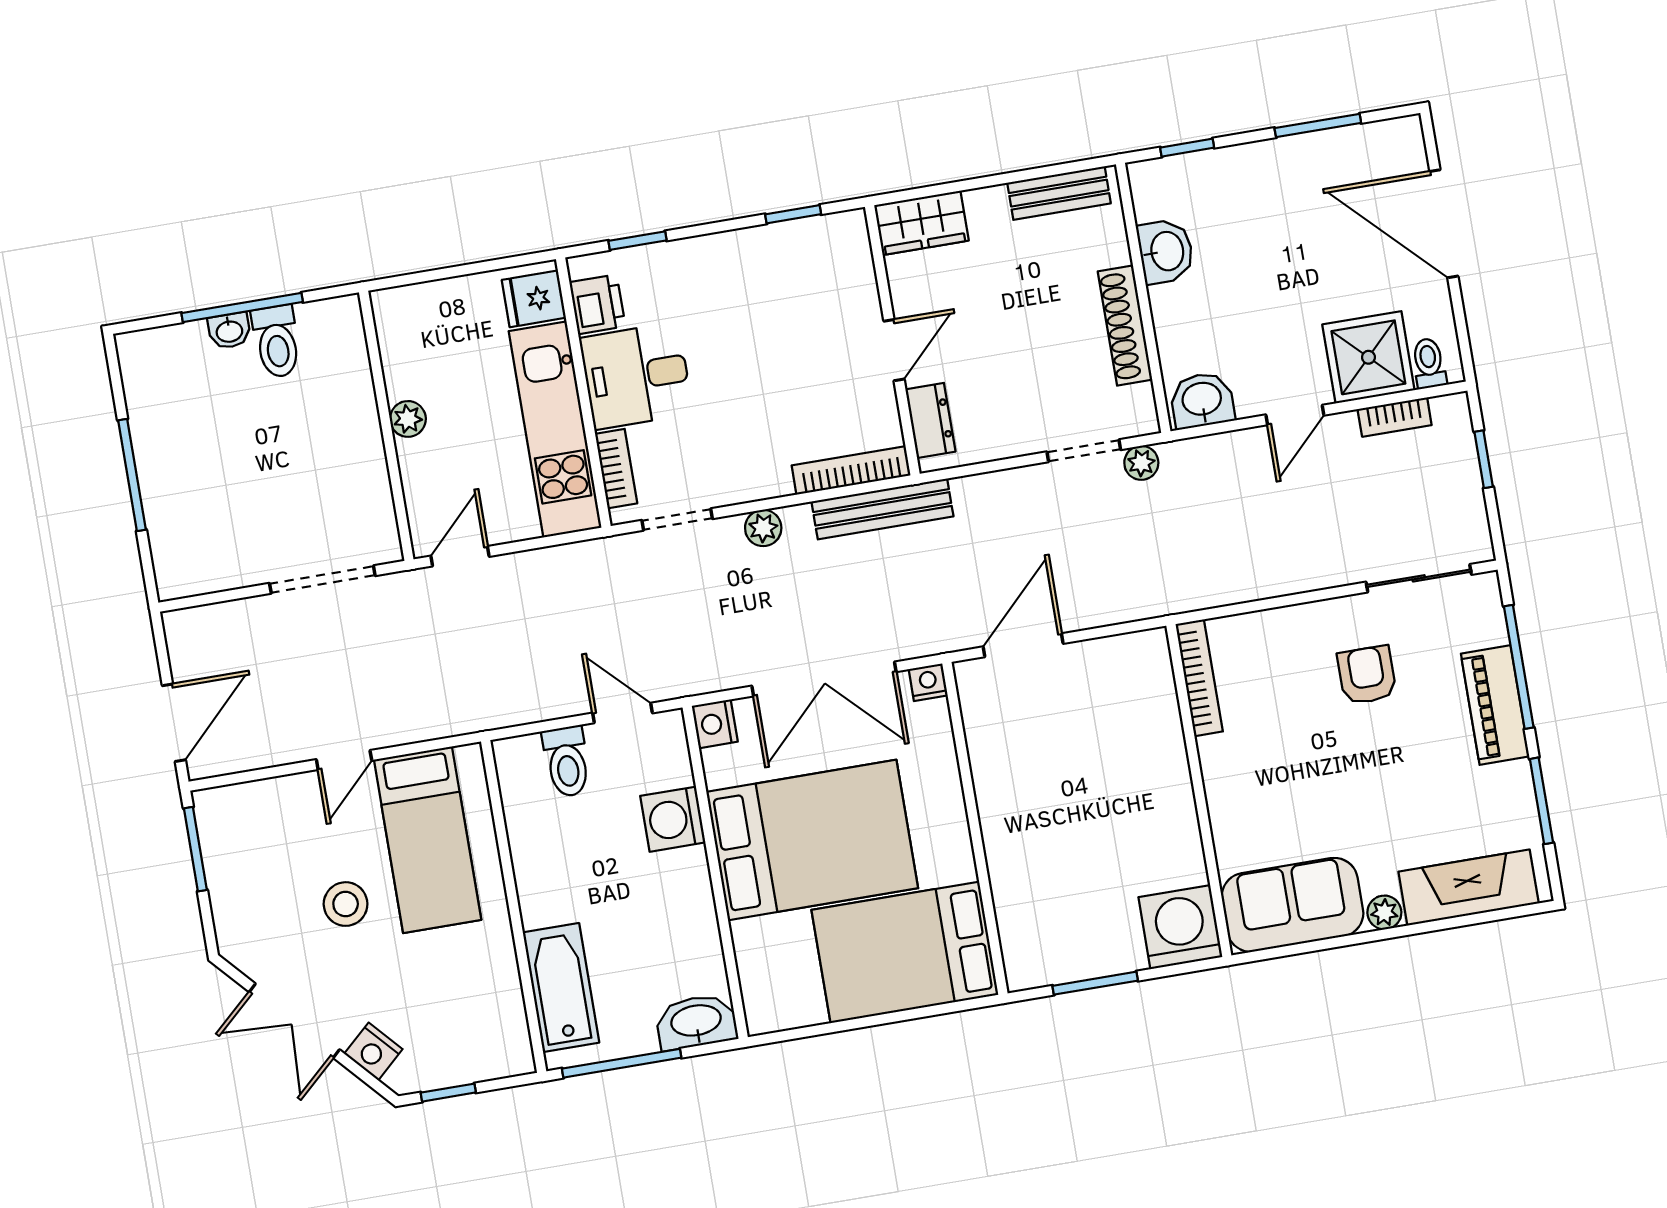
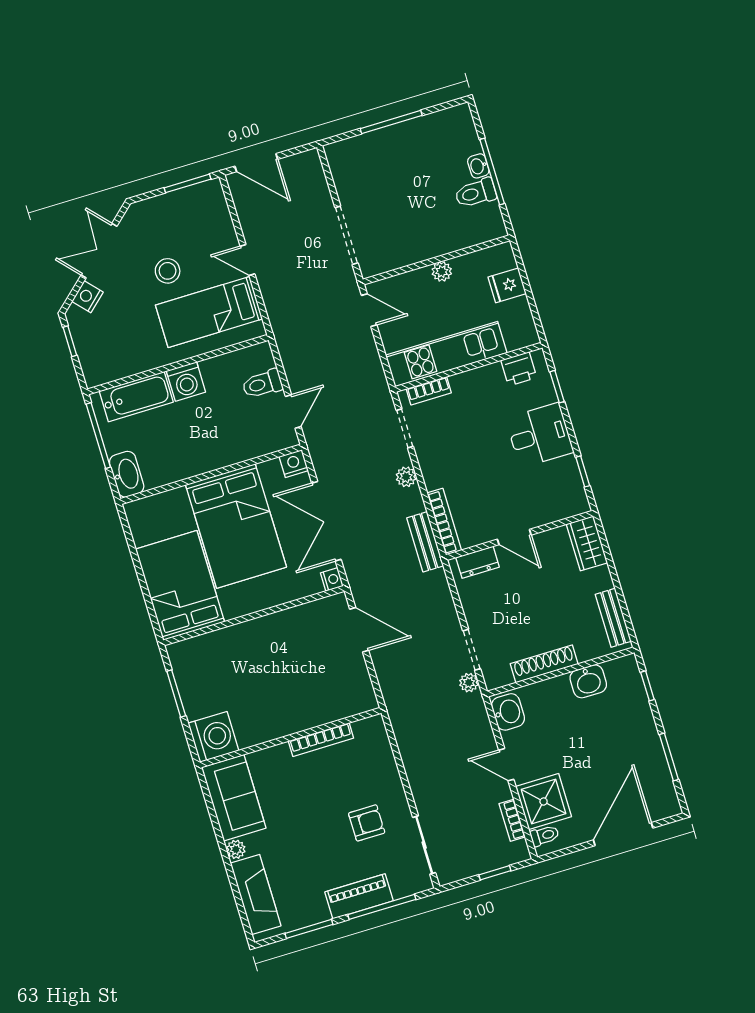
fridge: (534, 299) -> (507, 285), moved, turned -90
desk: (636, 376) -> (540, 435), moved, turned 90
bench: (882, 509) -> (425, 542), width x0.73
bookcase: (1199, 678) -> (321, 740), moved
washing machine: (673, 819) -> (186, 381), moved, turned 180

